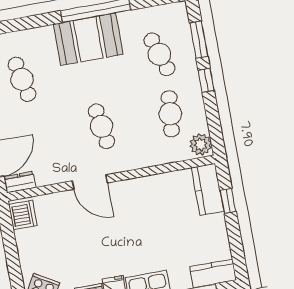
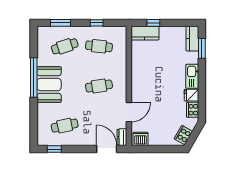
window: (206, 80) -> (97, 23), moved
plant: (201, 144) -> (119, 32), removed
door: (90, 182) -> (129, 112), moved

